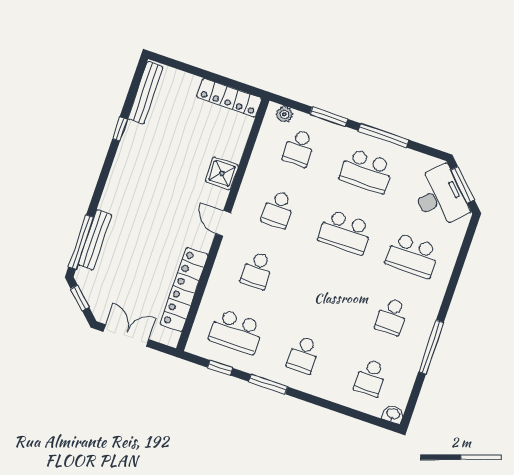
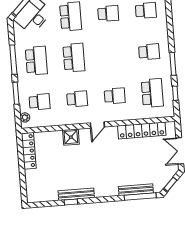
bench: (145, 93) -> (76, 194), moved

